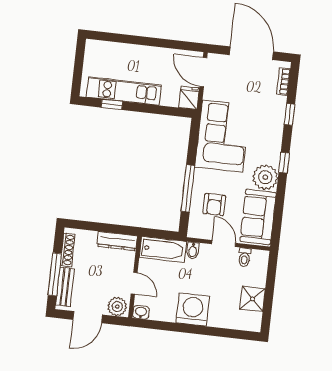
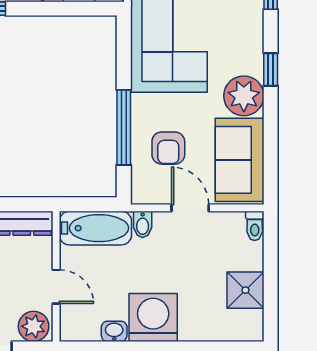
toilet: (244, 257) -> (255, 226), moved
washbasin: (141, 312) -> (114, 331), moved

